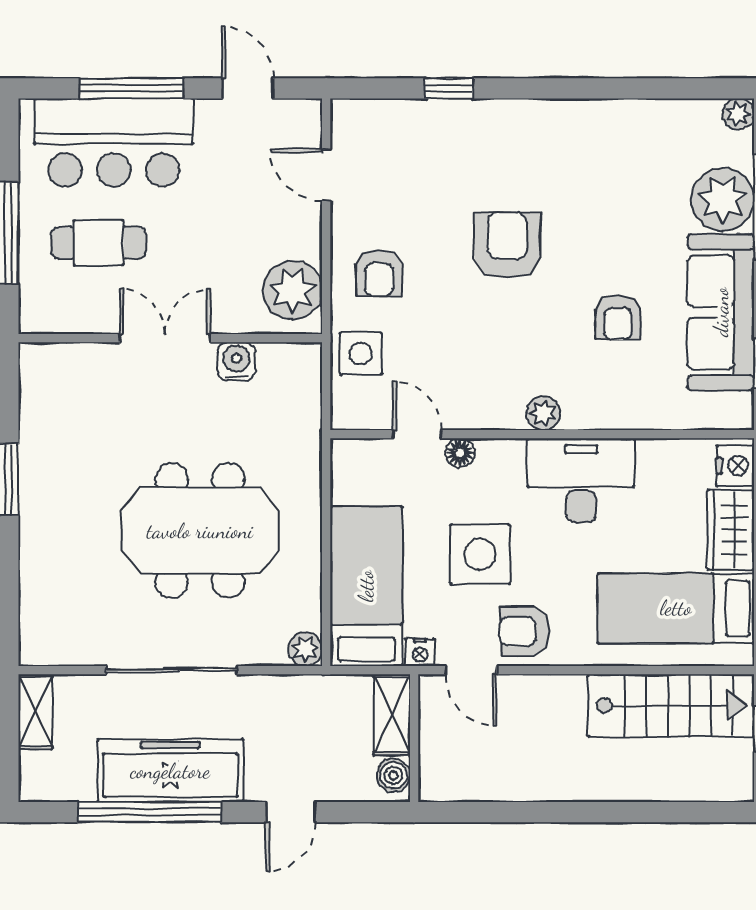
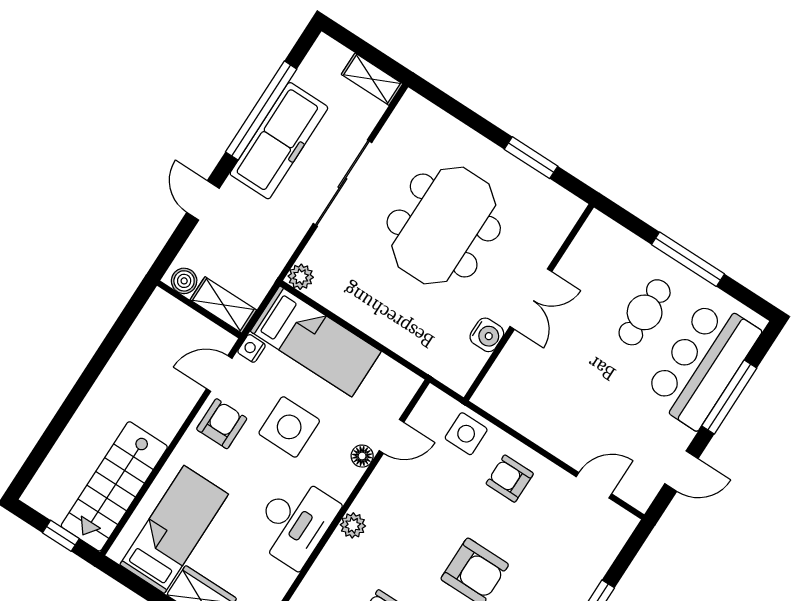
plant: (293, 290) -> (534, 416), removed
double door: (165, 338) -> (531, 299), moved
wall: (170, 338) -> (529, 302), moved
water cooler: (236, 361) -> (487, 335), moved
meeting table: (200, 531) -> (444, 225), moved

